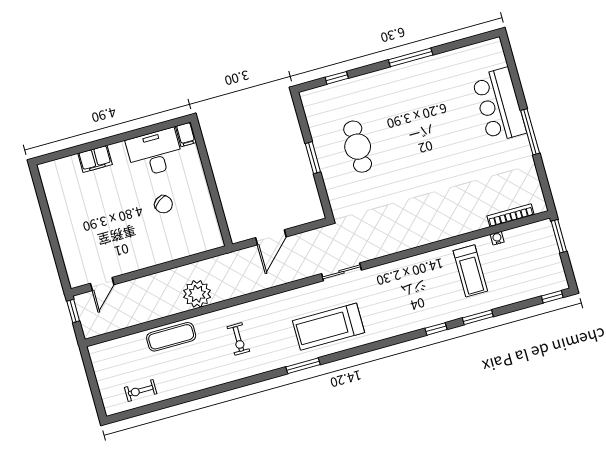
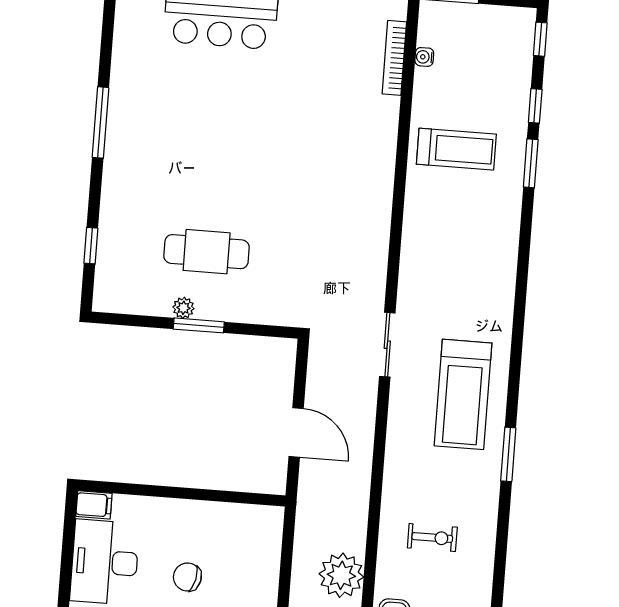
plant: (320, 145) -> (183, 308), added
chair: (163, 204) -> (187, 577), turned -131
water cooler: (497, 238) -> (424, 57), moved
window: (436, 329) -> (535, 106), moved

